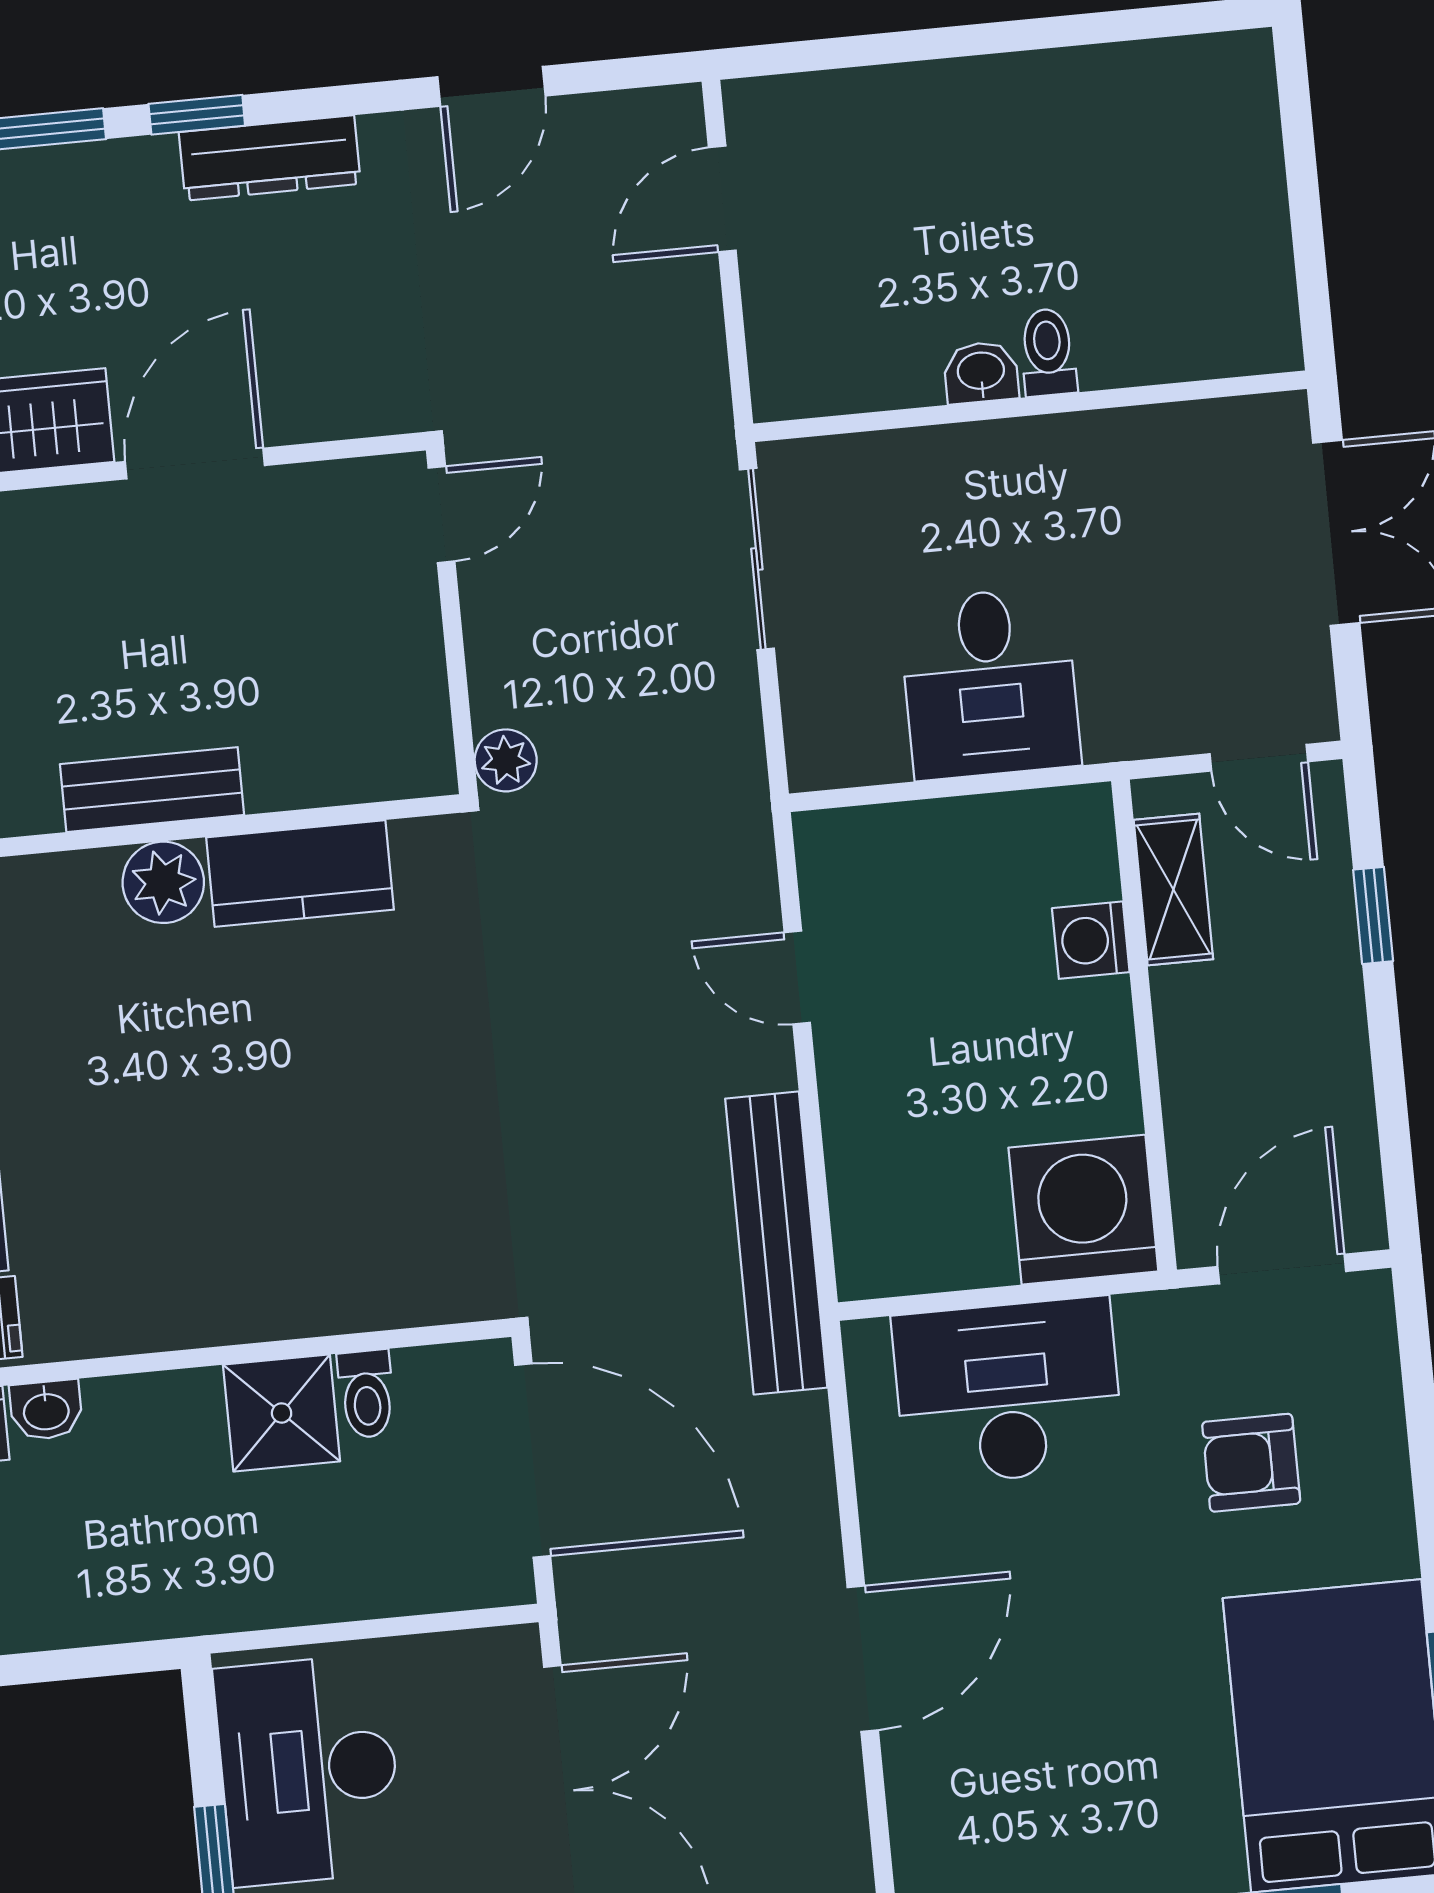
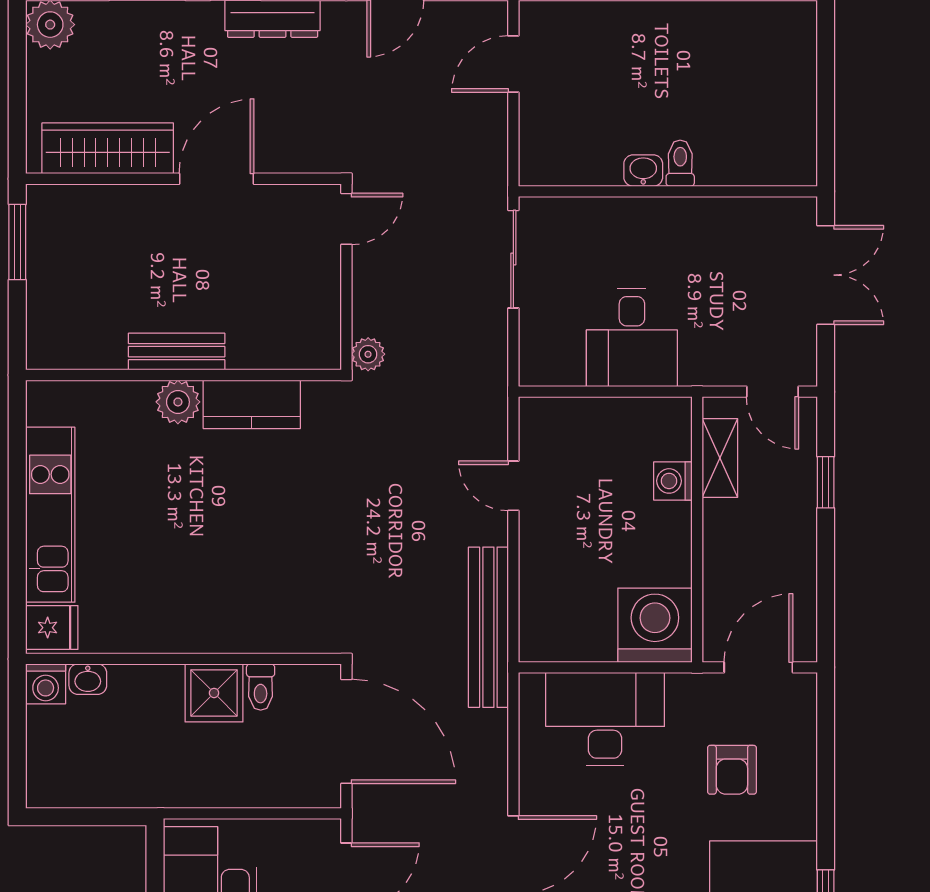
armchair: (1251, 1463) -> (732, 770), turned -90

